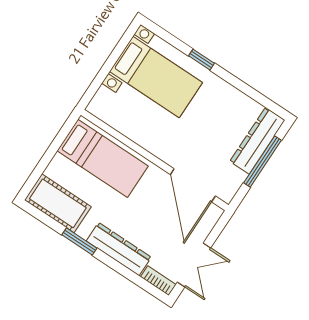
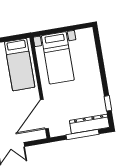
window: (201, 60) -> (108, 103), moved
bed with nightstands: (156, 77) -> (58, 58), moved

